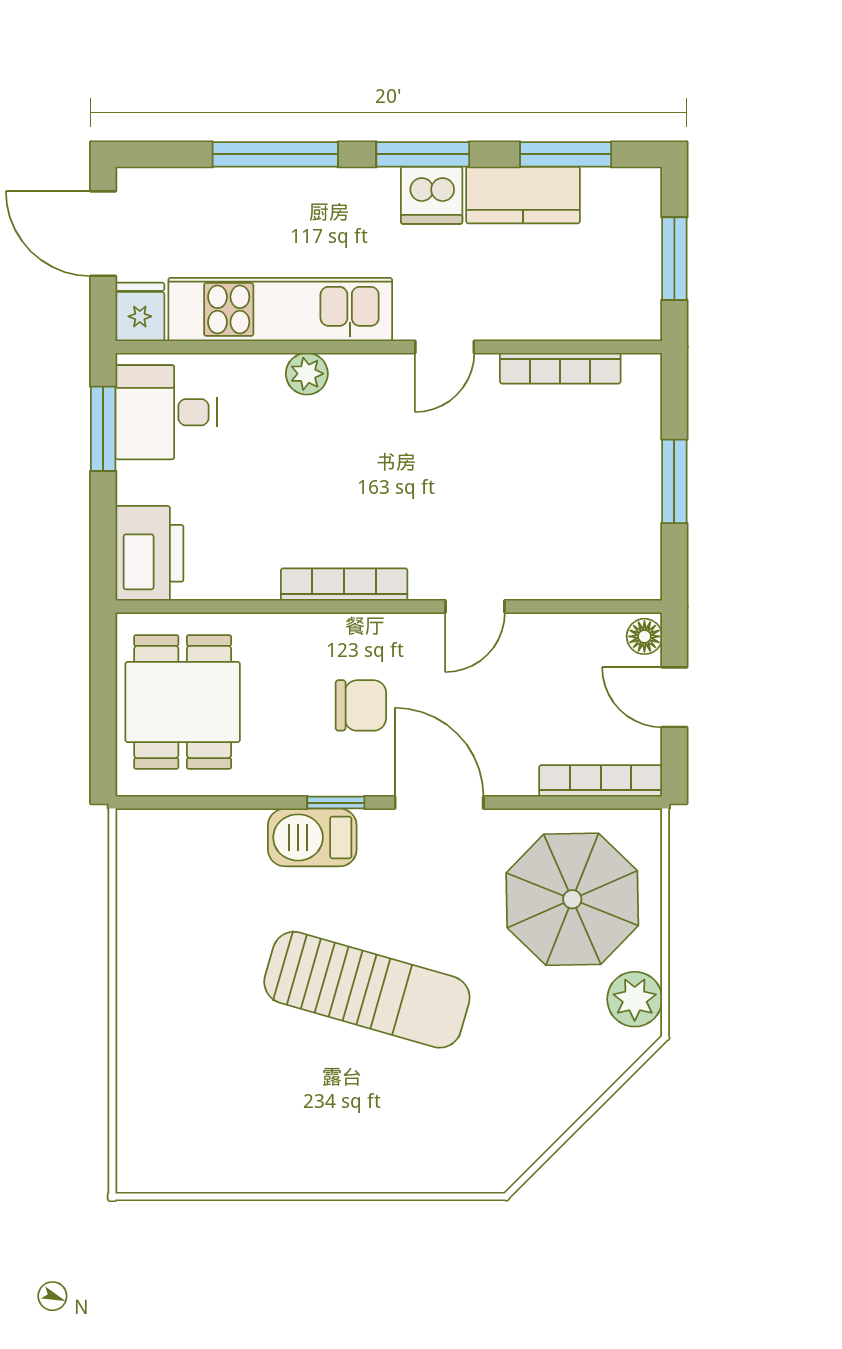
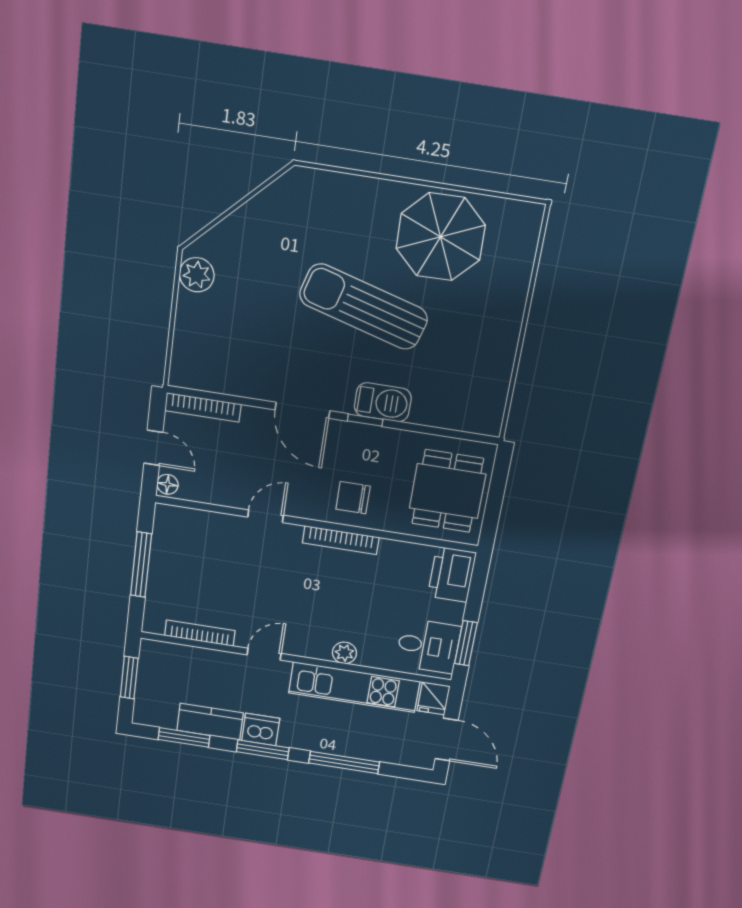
window: (674, 481) -> (141, 565), width x1.44
chair: (361, 705) -> (353, 498), moved
parasol: (572, 899) -> (440, 237), moved

